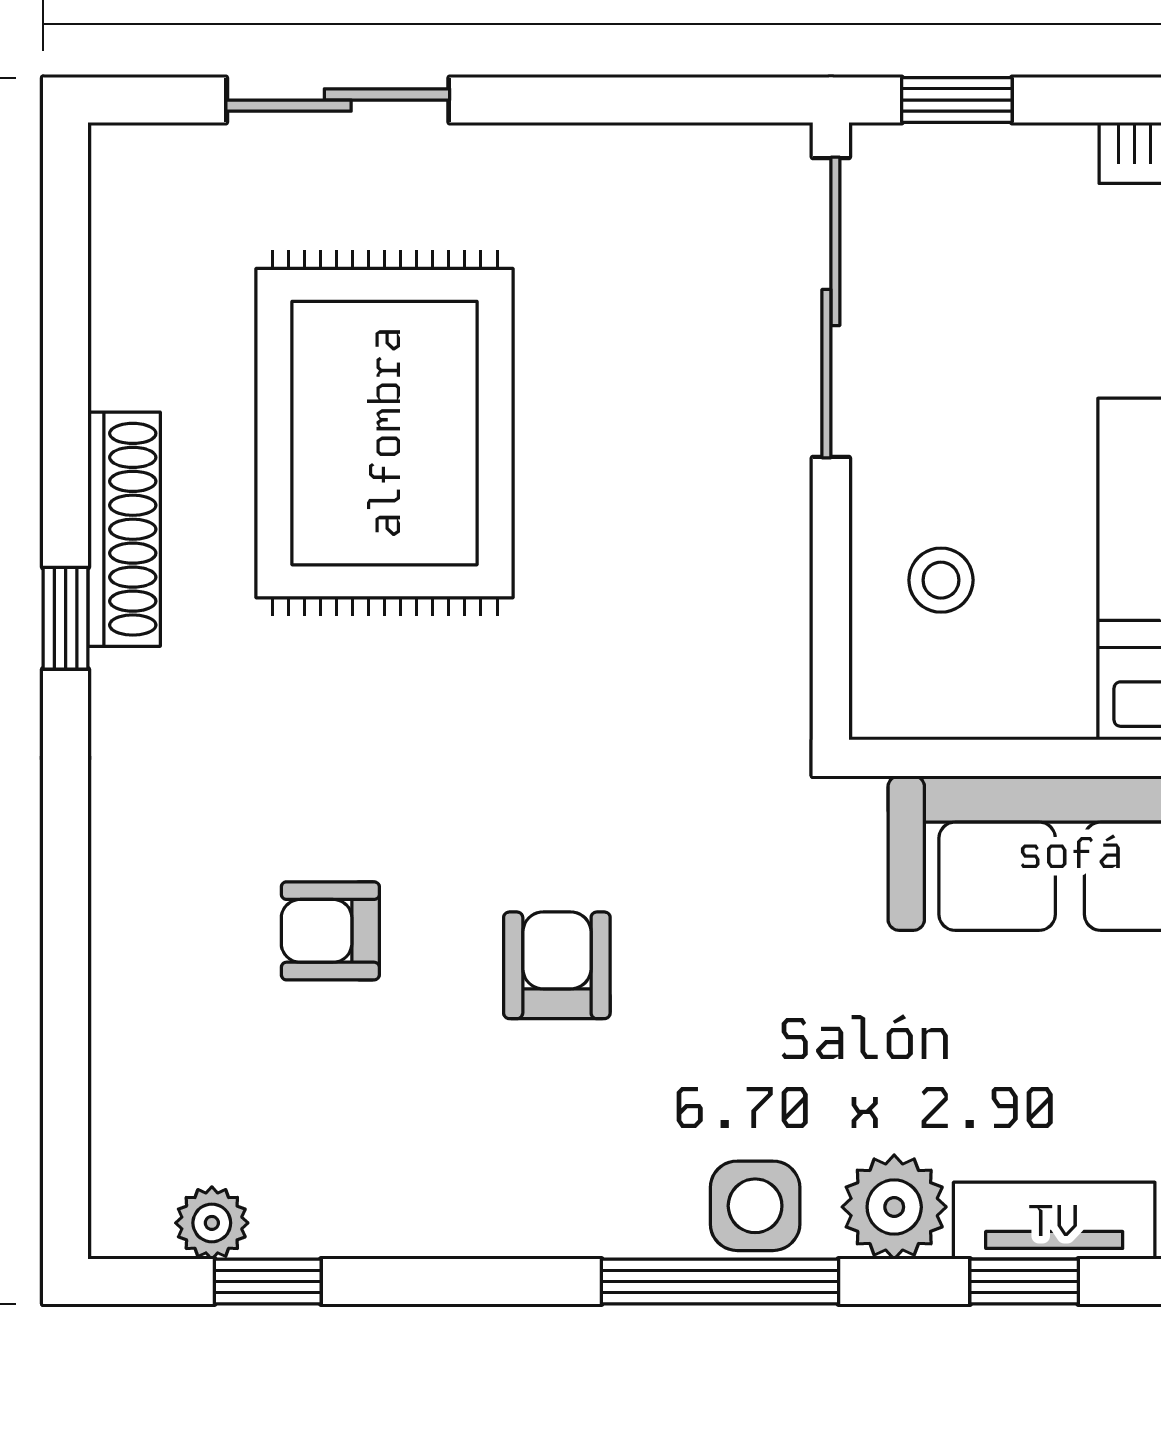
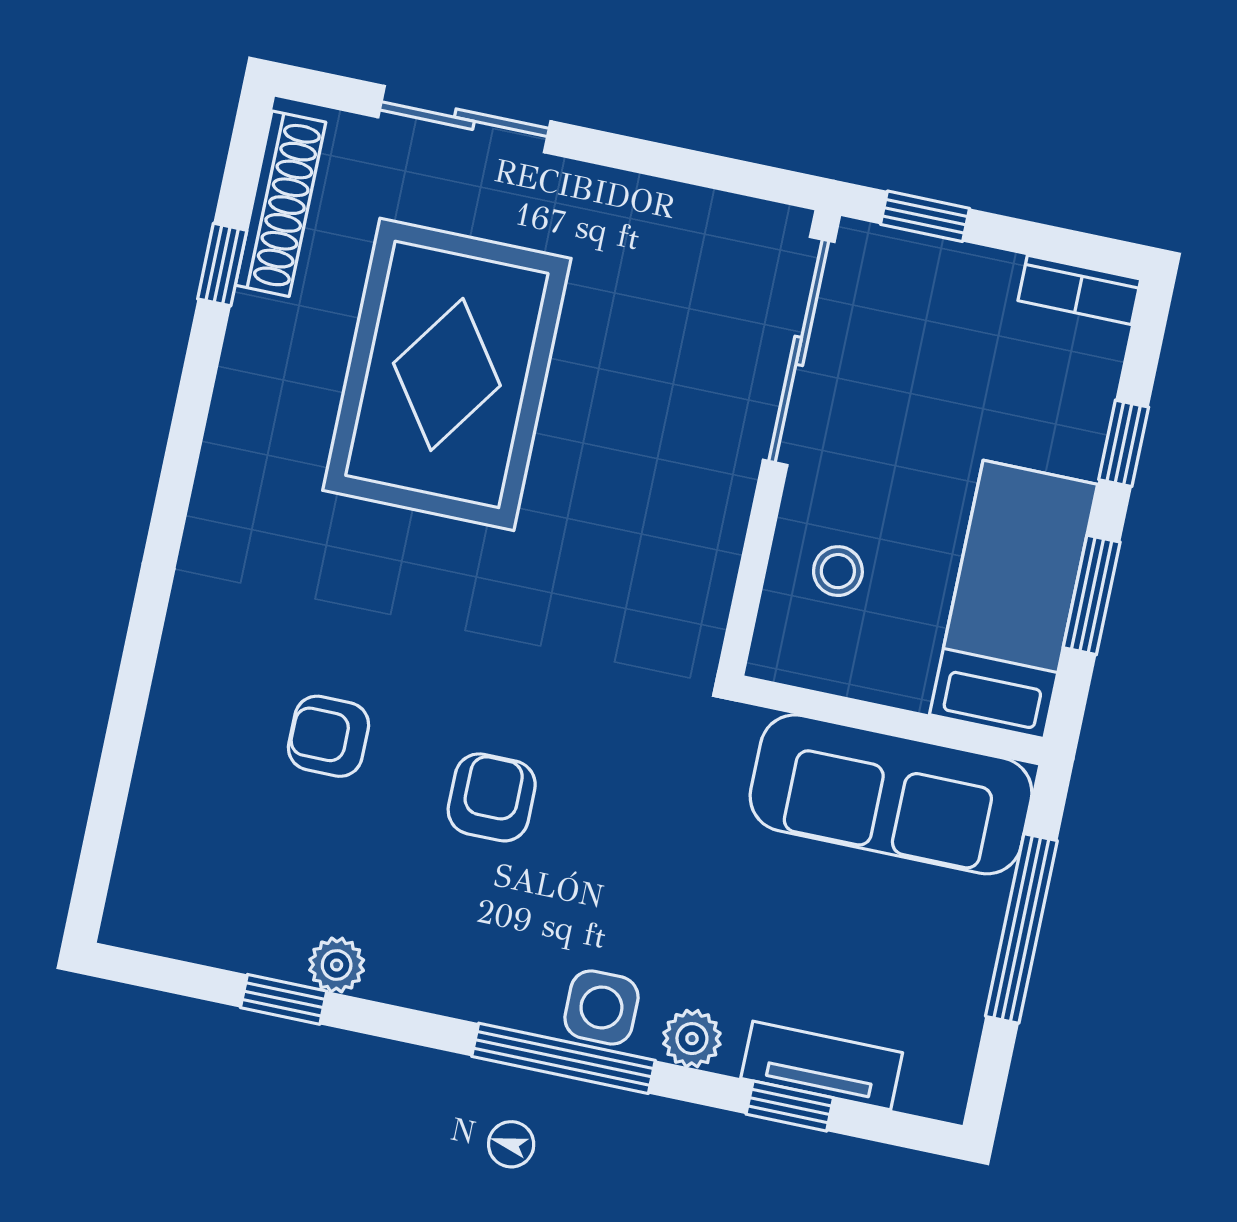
shoe rack: (124, 529) -> (280, 204), moved
window: (66, 618) -> (222, 265), moved
plant: (894, 1207) -> (692, 1039), width x0.73, depth x0.73
plant: (212, 1223) -> (337, 965), moved
window: (268, 1282) -> (284, 999), moved

